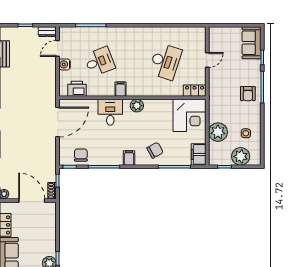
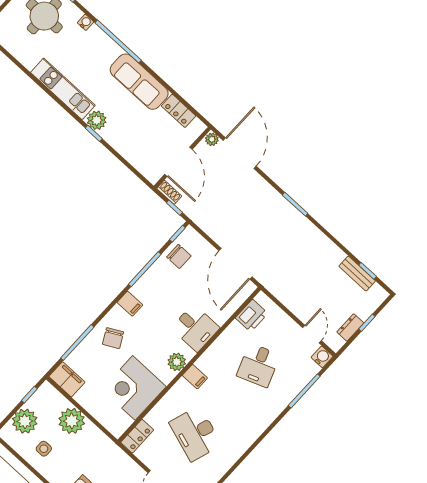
dresser: (47, 32) -> (350, 327), moved
water cooler: (65, 64) -> (322, 357), moved
filing cabinet: (121, 89) -> (195, 377), moved
corner desk: (190, 115) -> (134, 388), moved
door: (32, 201) -> (178, 162), hinge flipped

